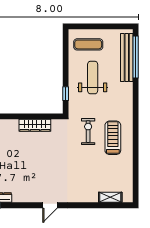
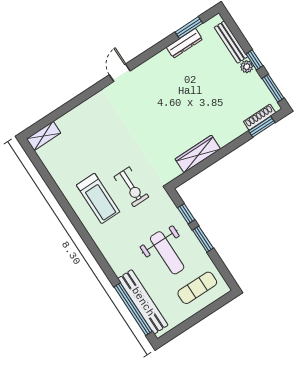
window: (66, 72) -> (203, 239), added
shelving: (110, 197) -> (44, 136), moved

